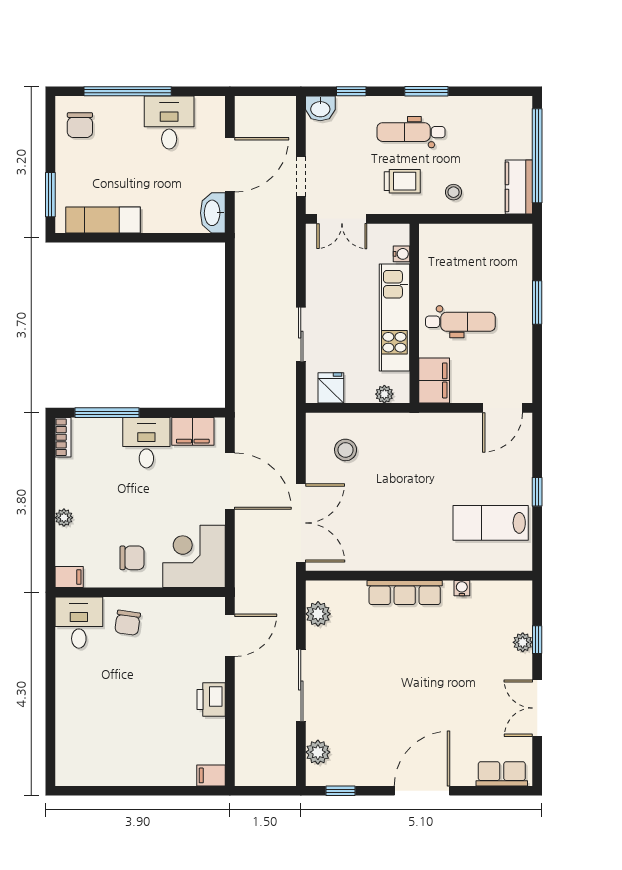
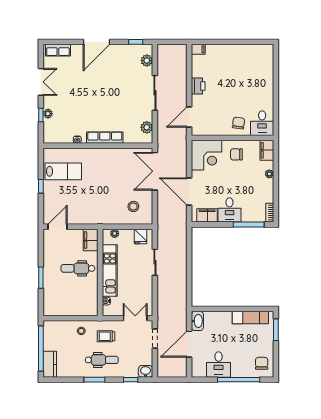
kitchen counter: (519, 187) -> (50, 364), moved
filing cabinet: (69, 577) -> (267, 150), width x2.00

